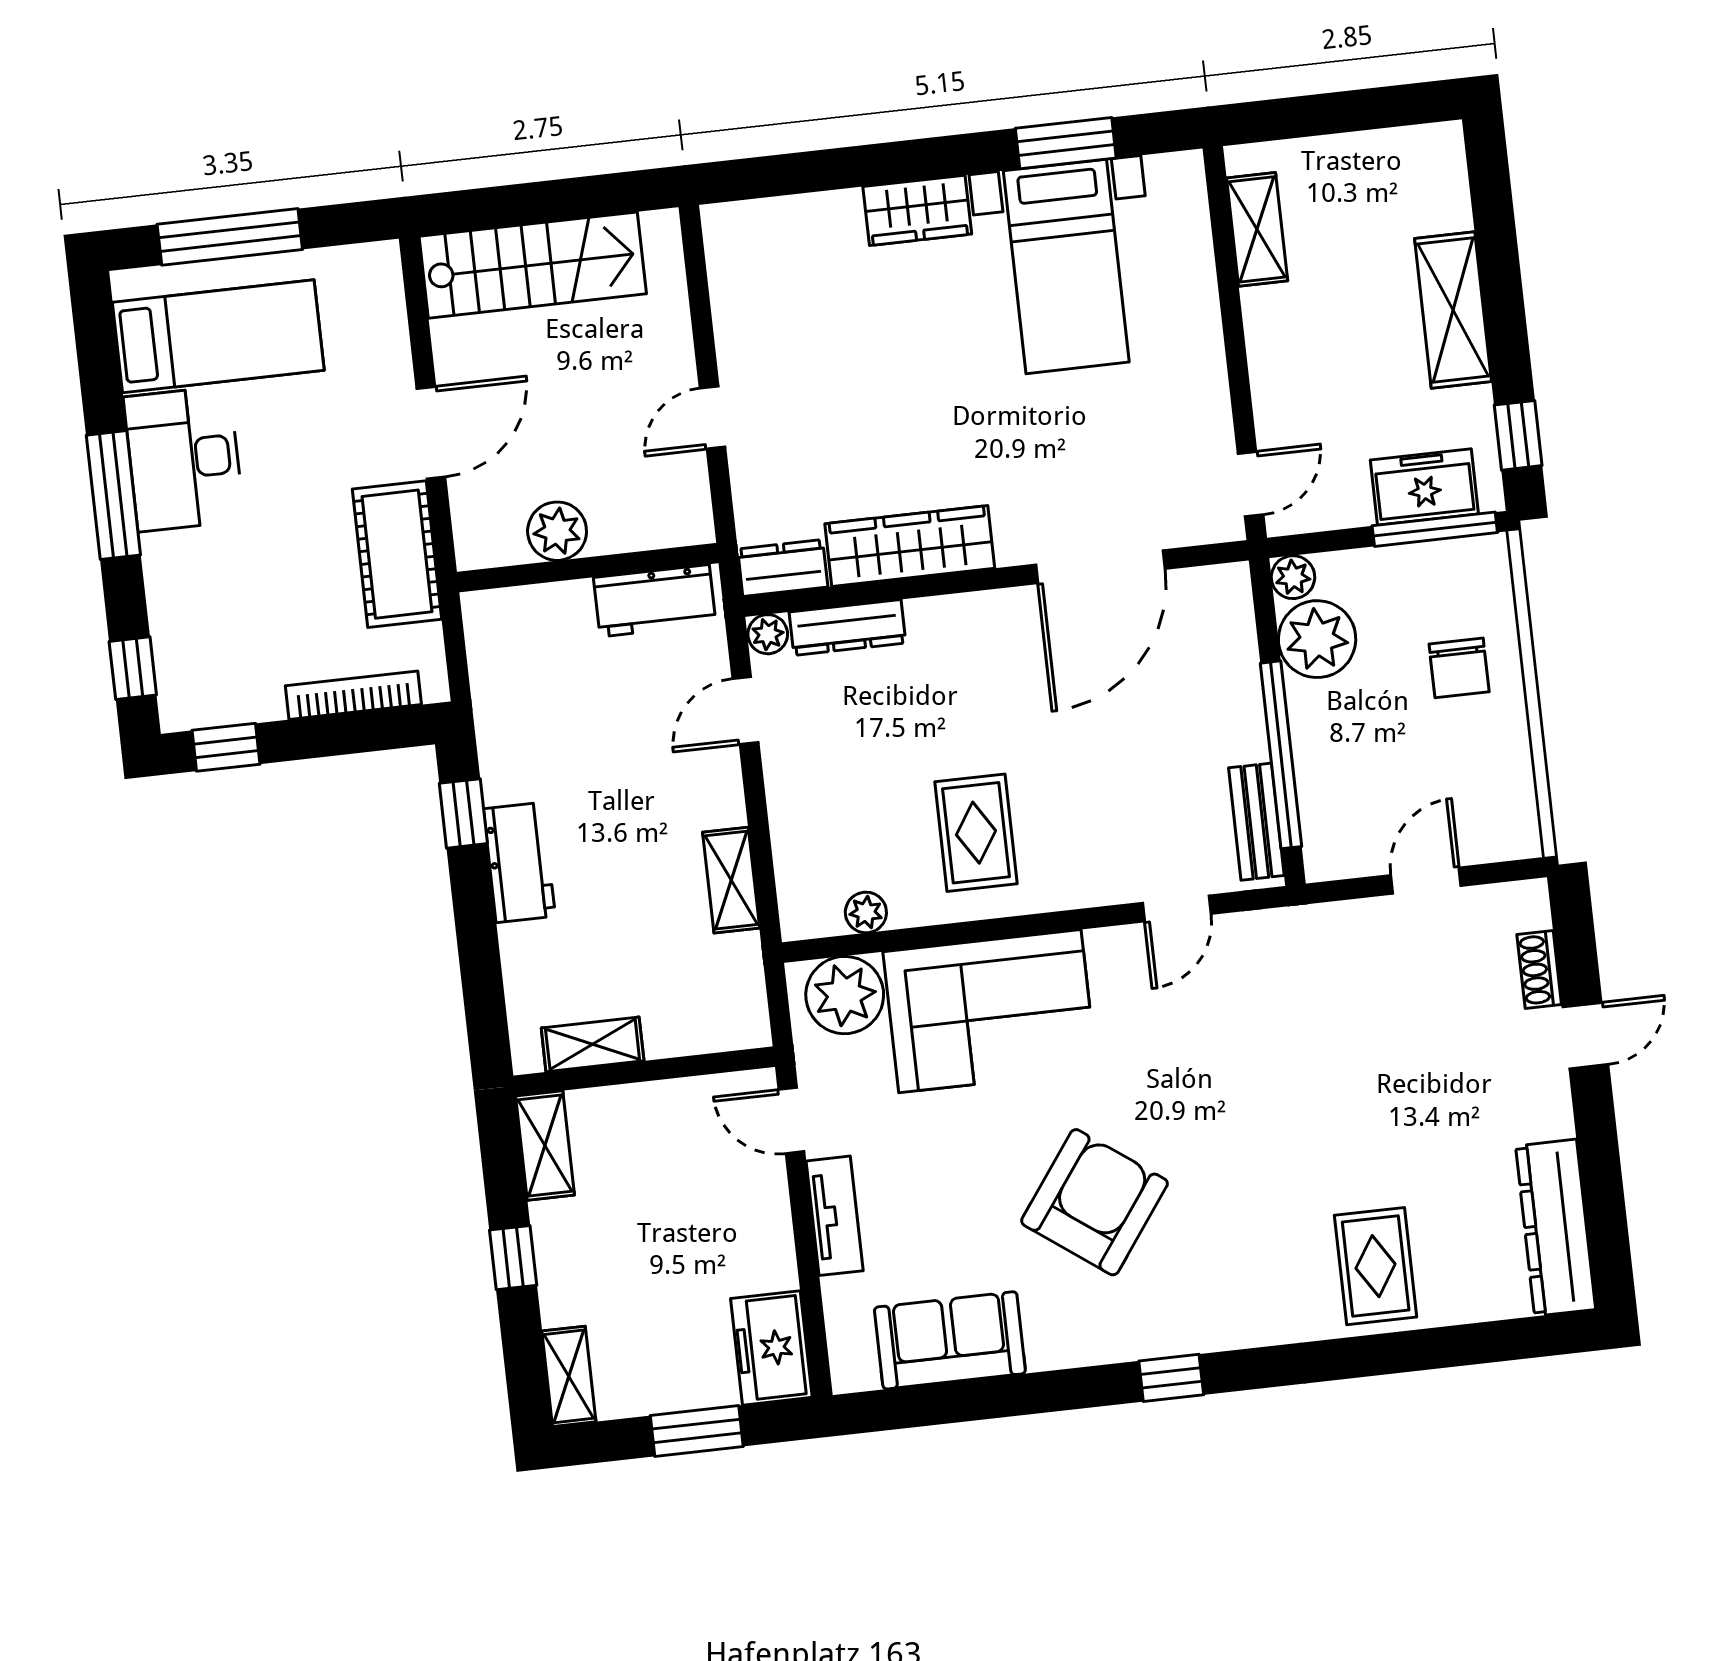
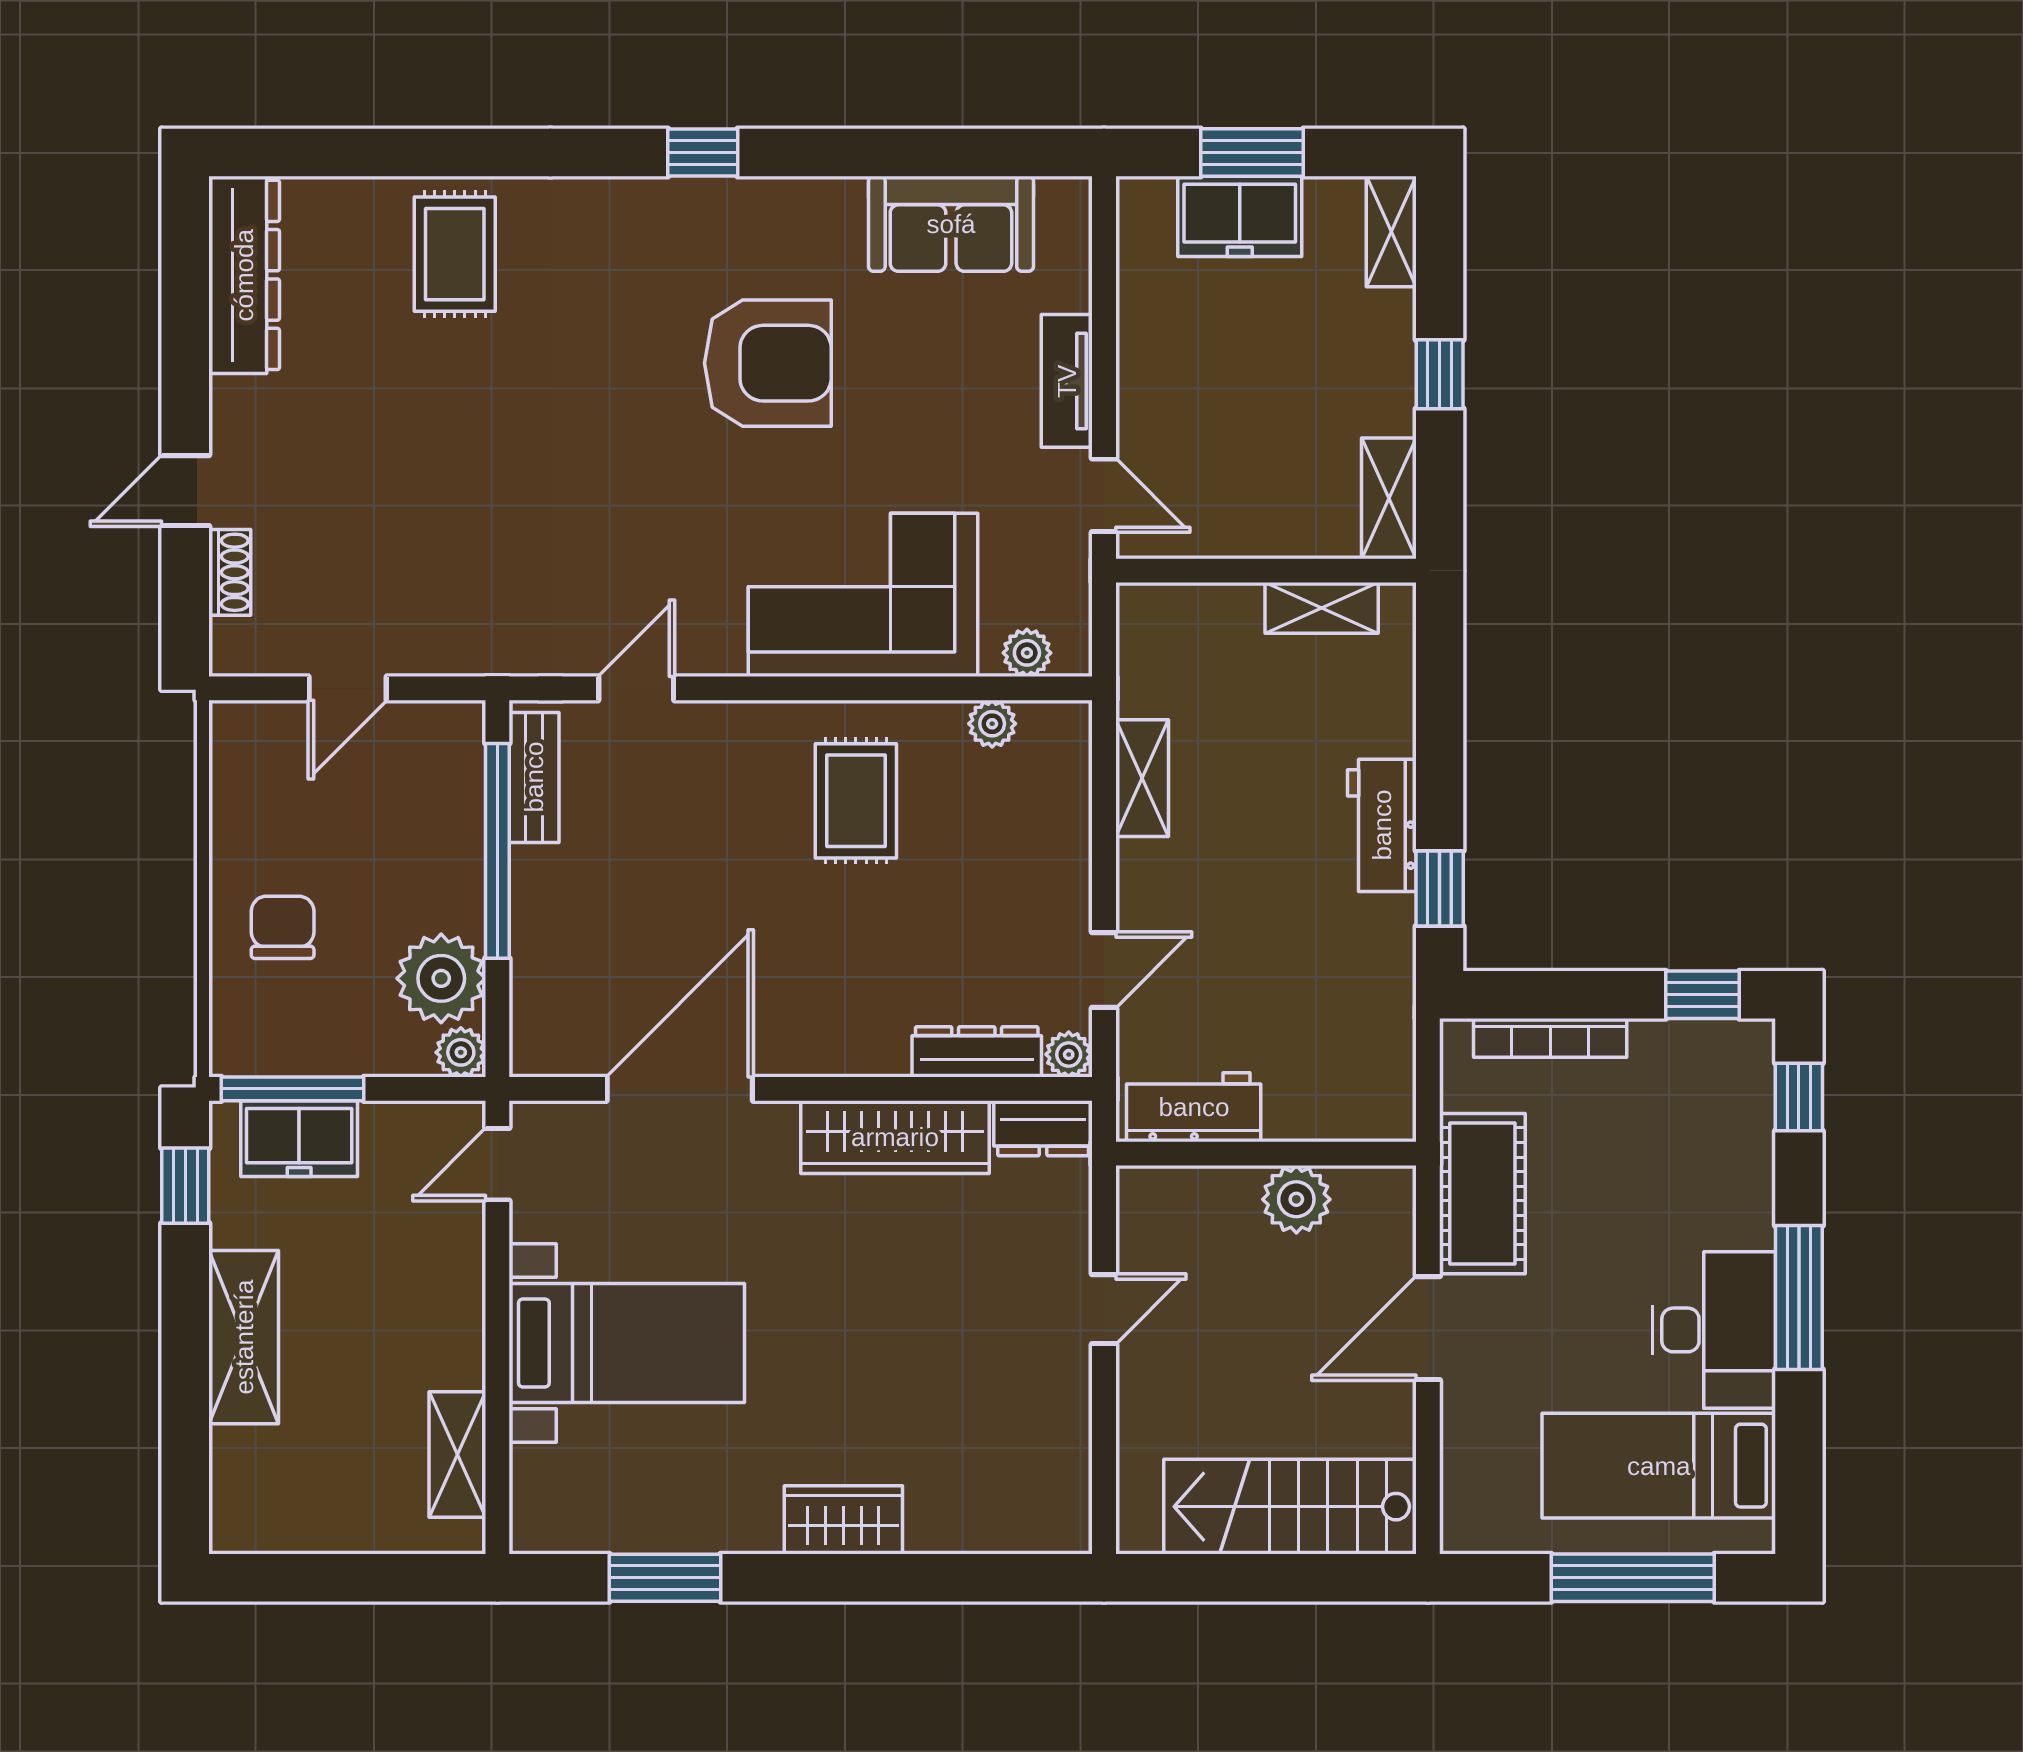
bed with nightstands: (1066, 266) -> (627, 1343), moved, turned 90
plant: (845, 995) -> (1027, 653), width x0.53, depth x0.53
armchair: (1095, 1202) -> (768, 363), turned -126
freezer: (771, 1348) -> (1240, 216), moved, turned 90

